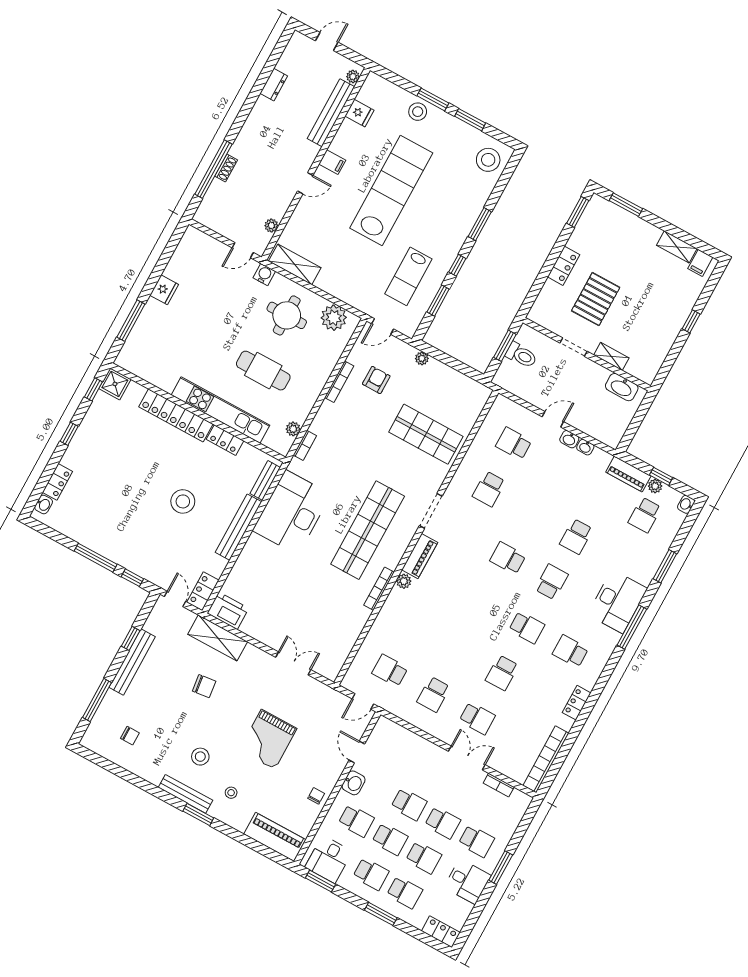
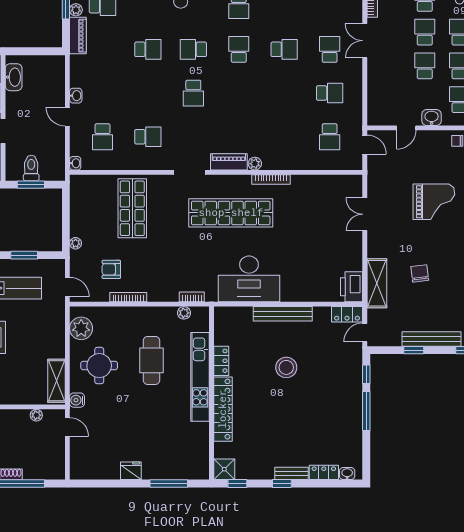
washbasin: (585, 447) -> (75, 163), moved
bench: (265, 480) -> (291, 473), moved

